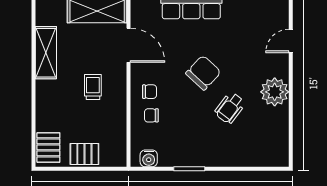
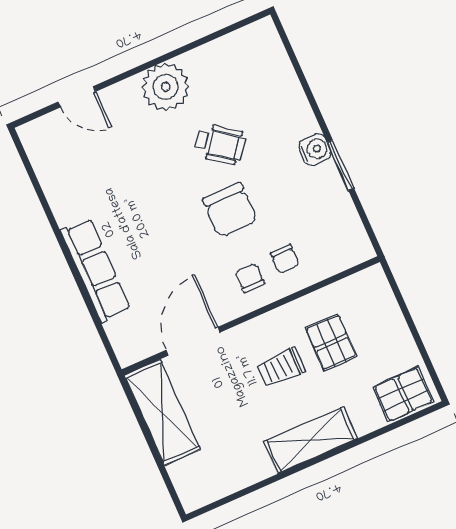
shelving: (46, 53) -> (310, 440), moved
chair: (203, 73) -> (230, 210), moved, turned -133
pallet: (84, 154) -> (331, 342), moved
water cooler: (149, 158) -> (315, 150), moved

